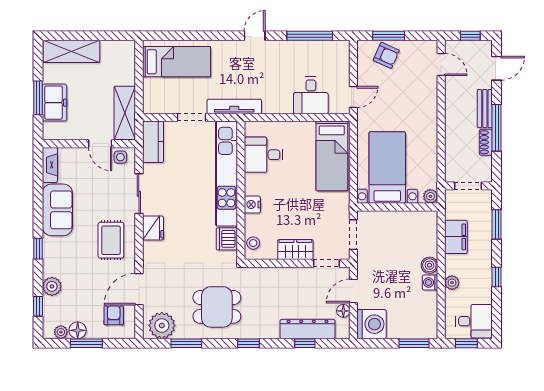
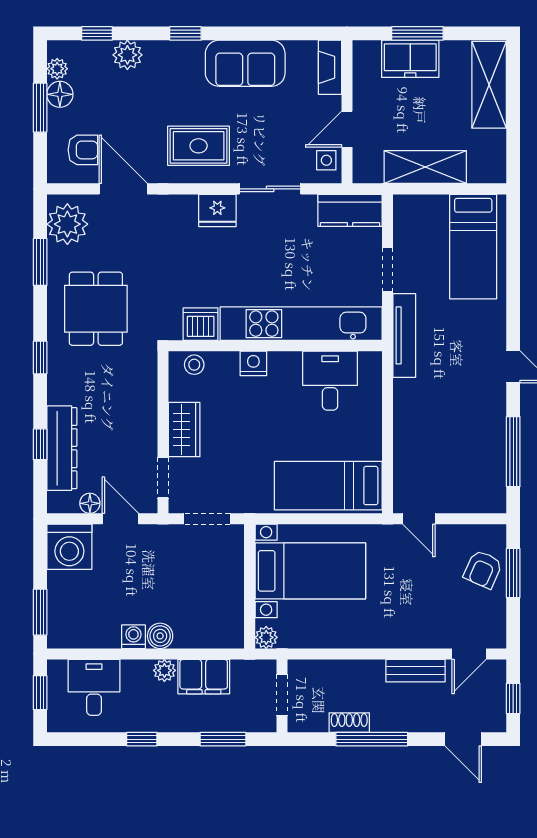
desk: (311, 95) -> (421, 453), removed
bench: (485, 109) -> (415, 671), moved
shelving: (125, 113) -> (425, 167), moved
fireplace: (50, 165) -> (330, 67), moved, turned 90
plant: (452, 283) -> (164, 670), moved
desk: (474, 321) -> (94, 687), moved, turned 180

